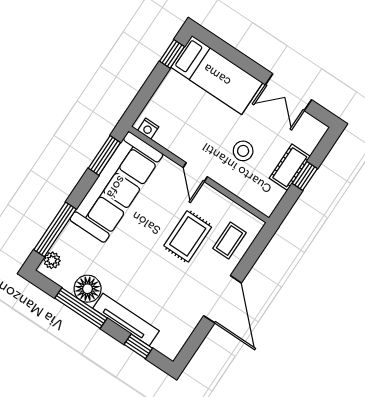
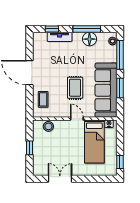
bed: (217, 75) -> (94, 142), moved, turned -90
stool: (243, 151) -> (48, 126), moved
window: (104, 155) -> (120, 88), moved
cot: (290, 167) -> (38, 147), removed
rug: (188, 236) -> (75, 88), moved
tv unit: (126, 320) -> (60, 37), width x0.71

